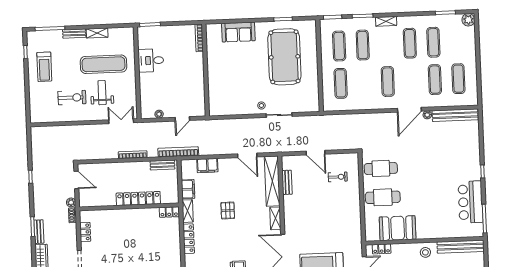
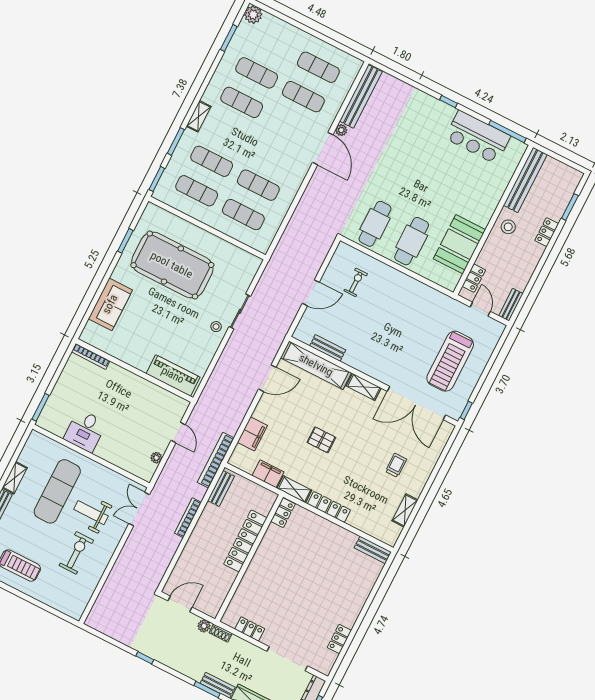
exercise mat: (388, 81) -> (258, 185), moved
piano: (216, 96) -> (173, 375), added

